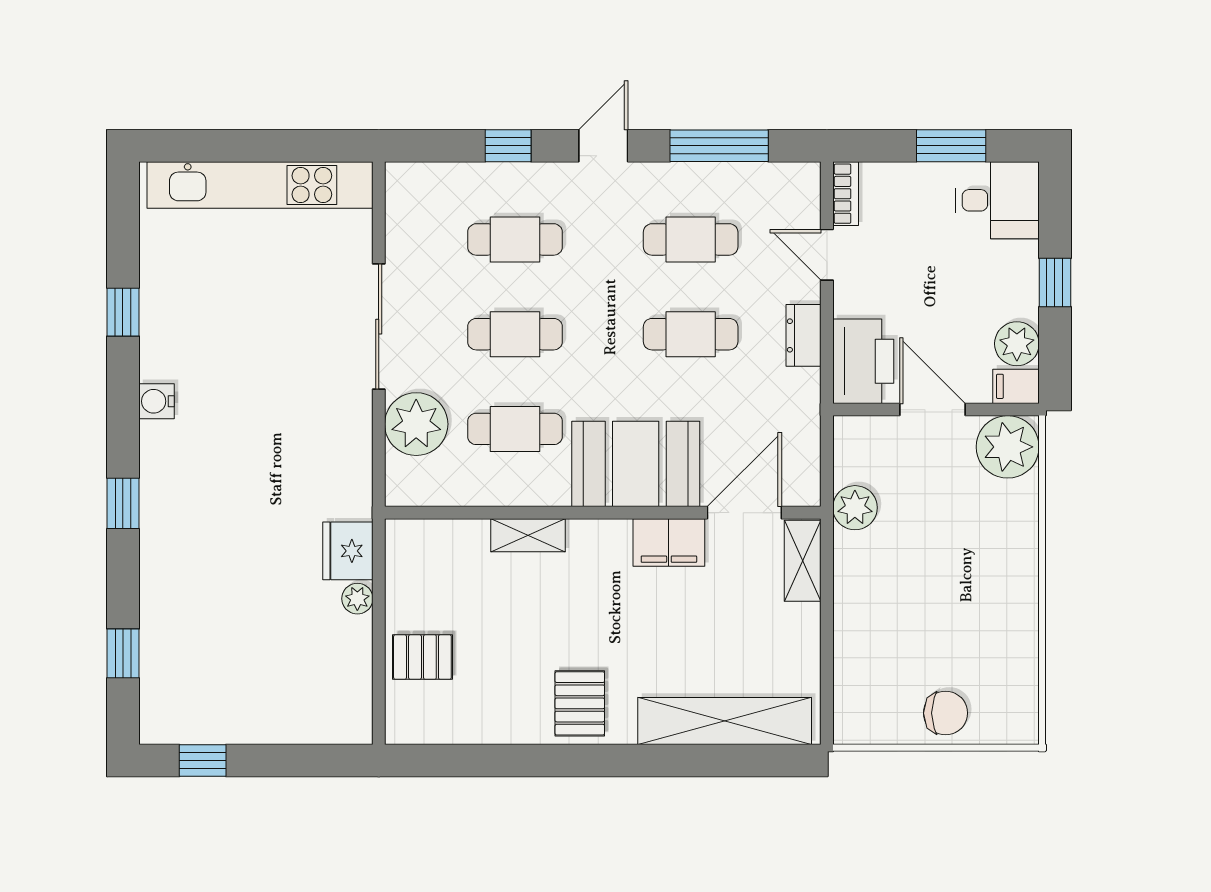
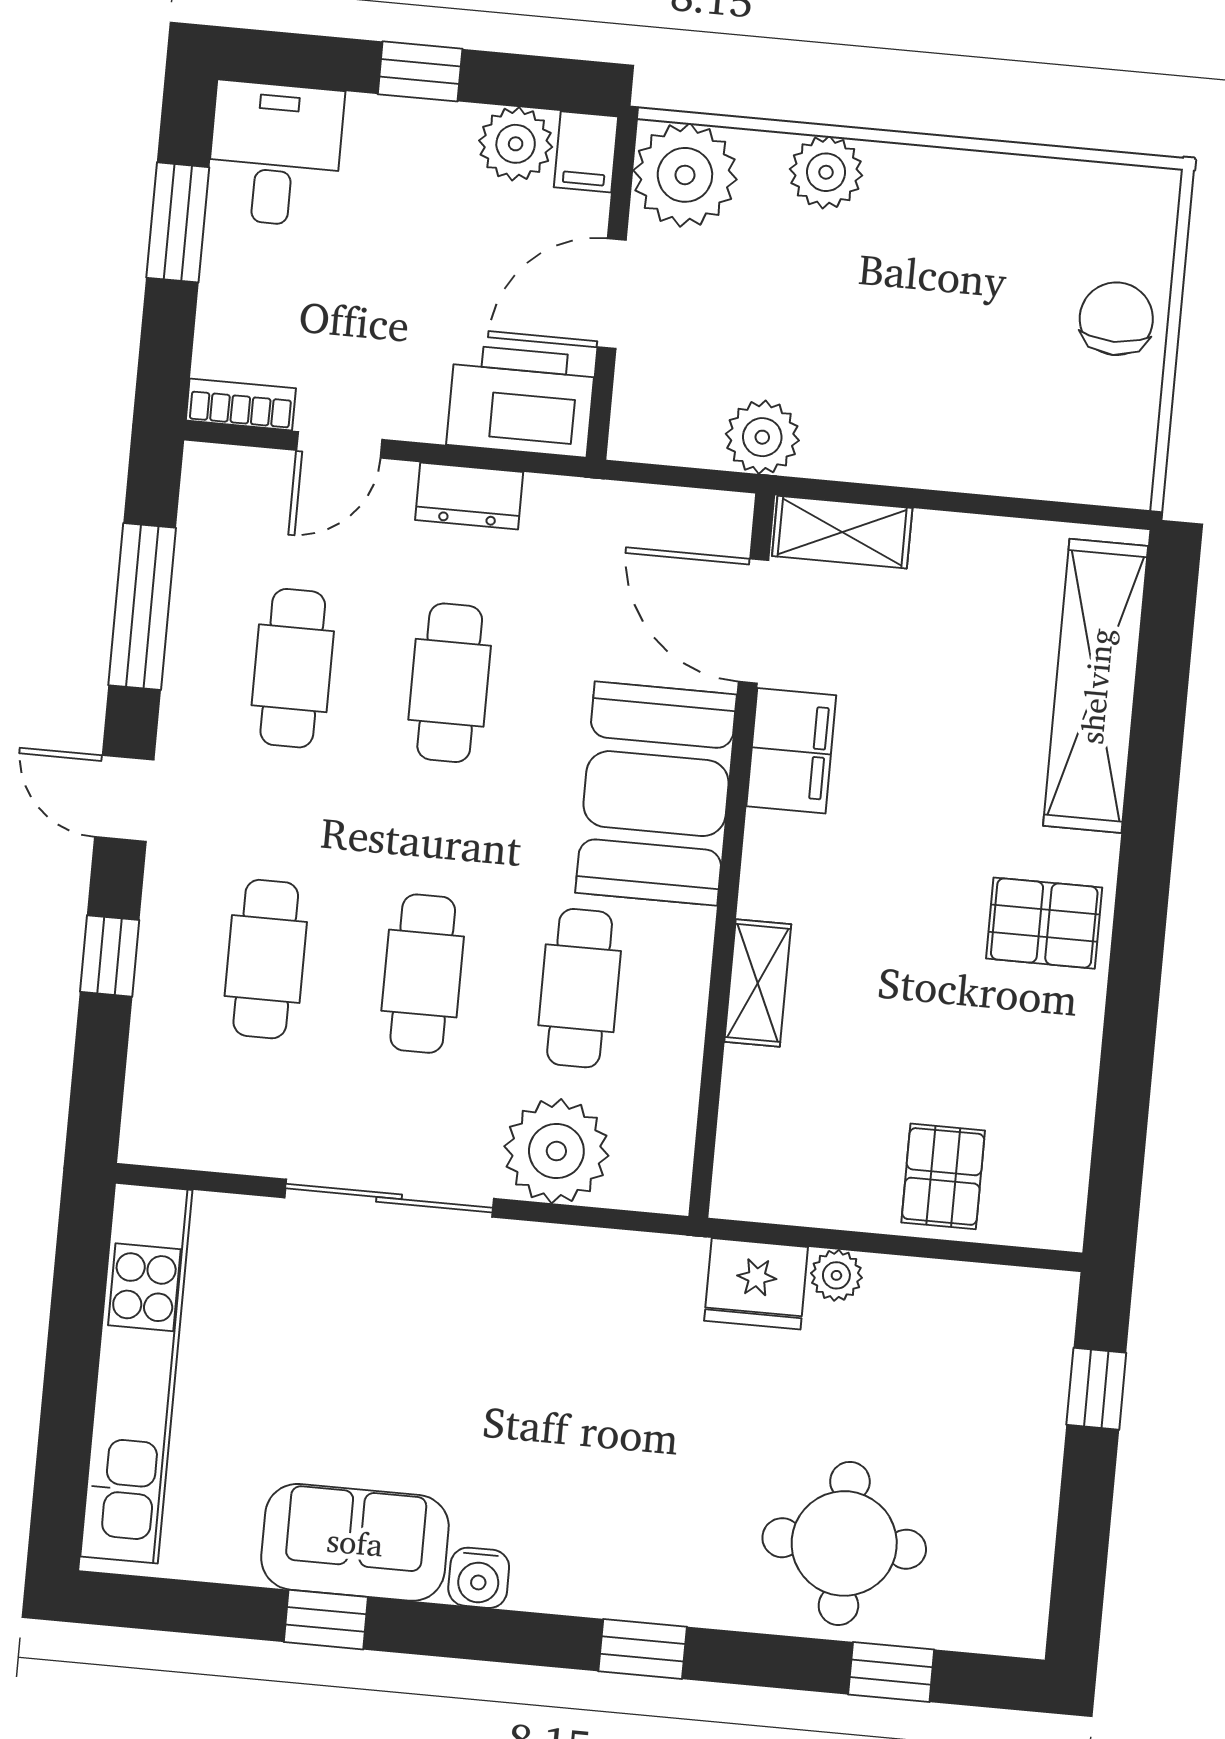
sofa: (171, 325) -> (355, 1542), added
plant: (1017, 531) -> (826, 172), added
round table: (197, 618) -> (844, 1543), added
window: (203, 760) -> (1096, 1389), moved

